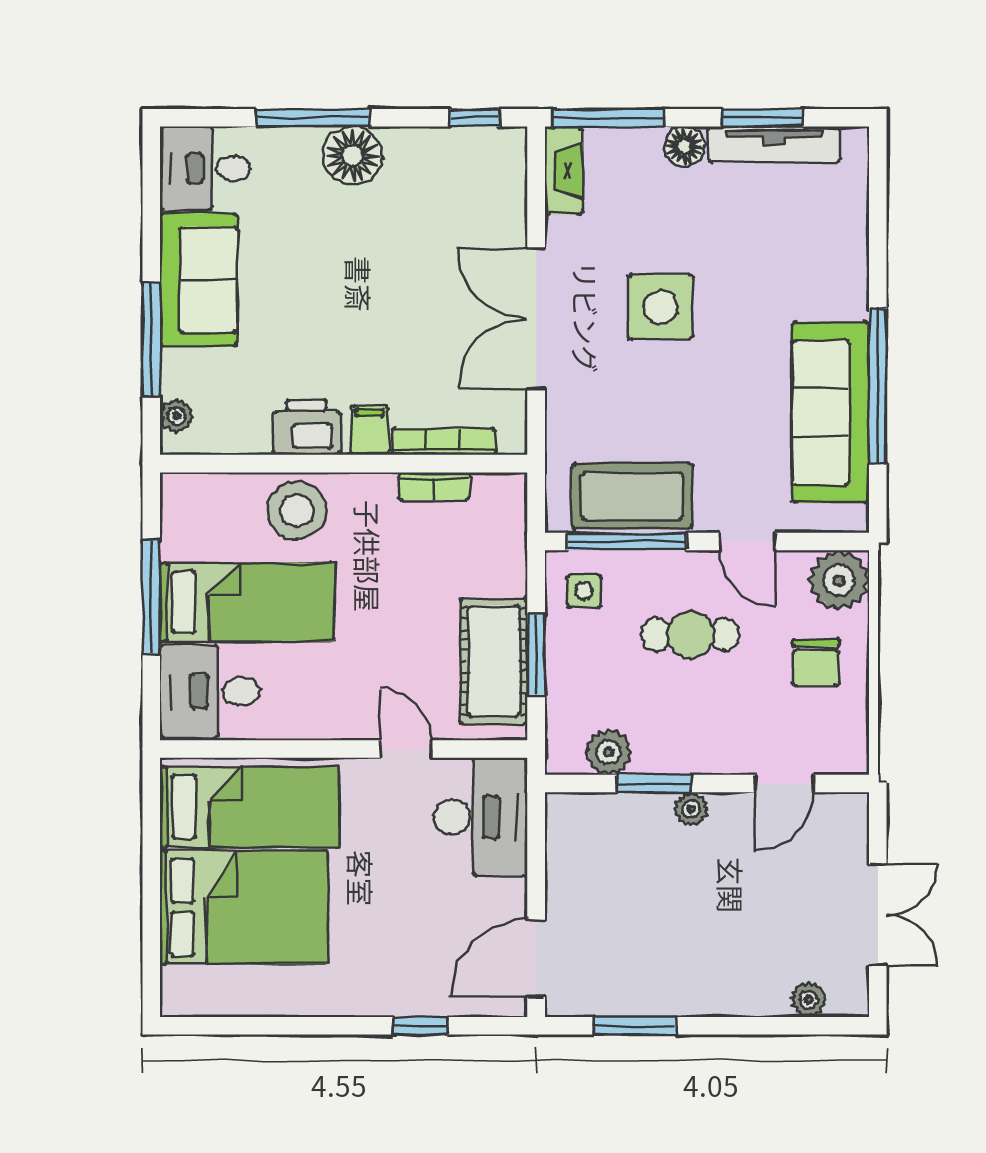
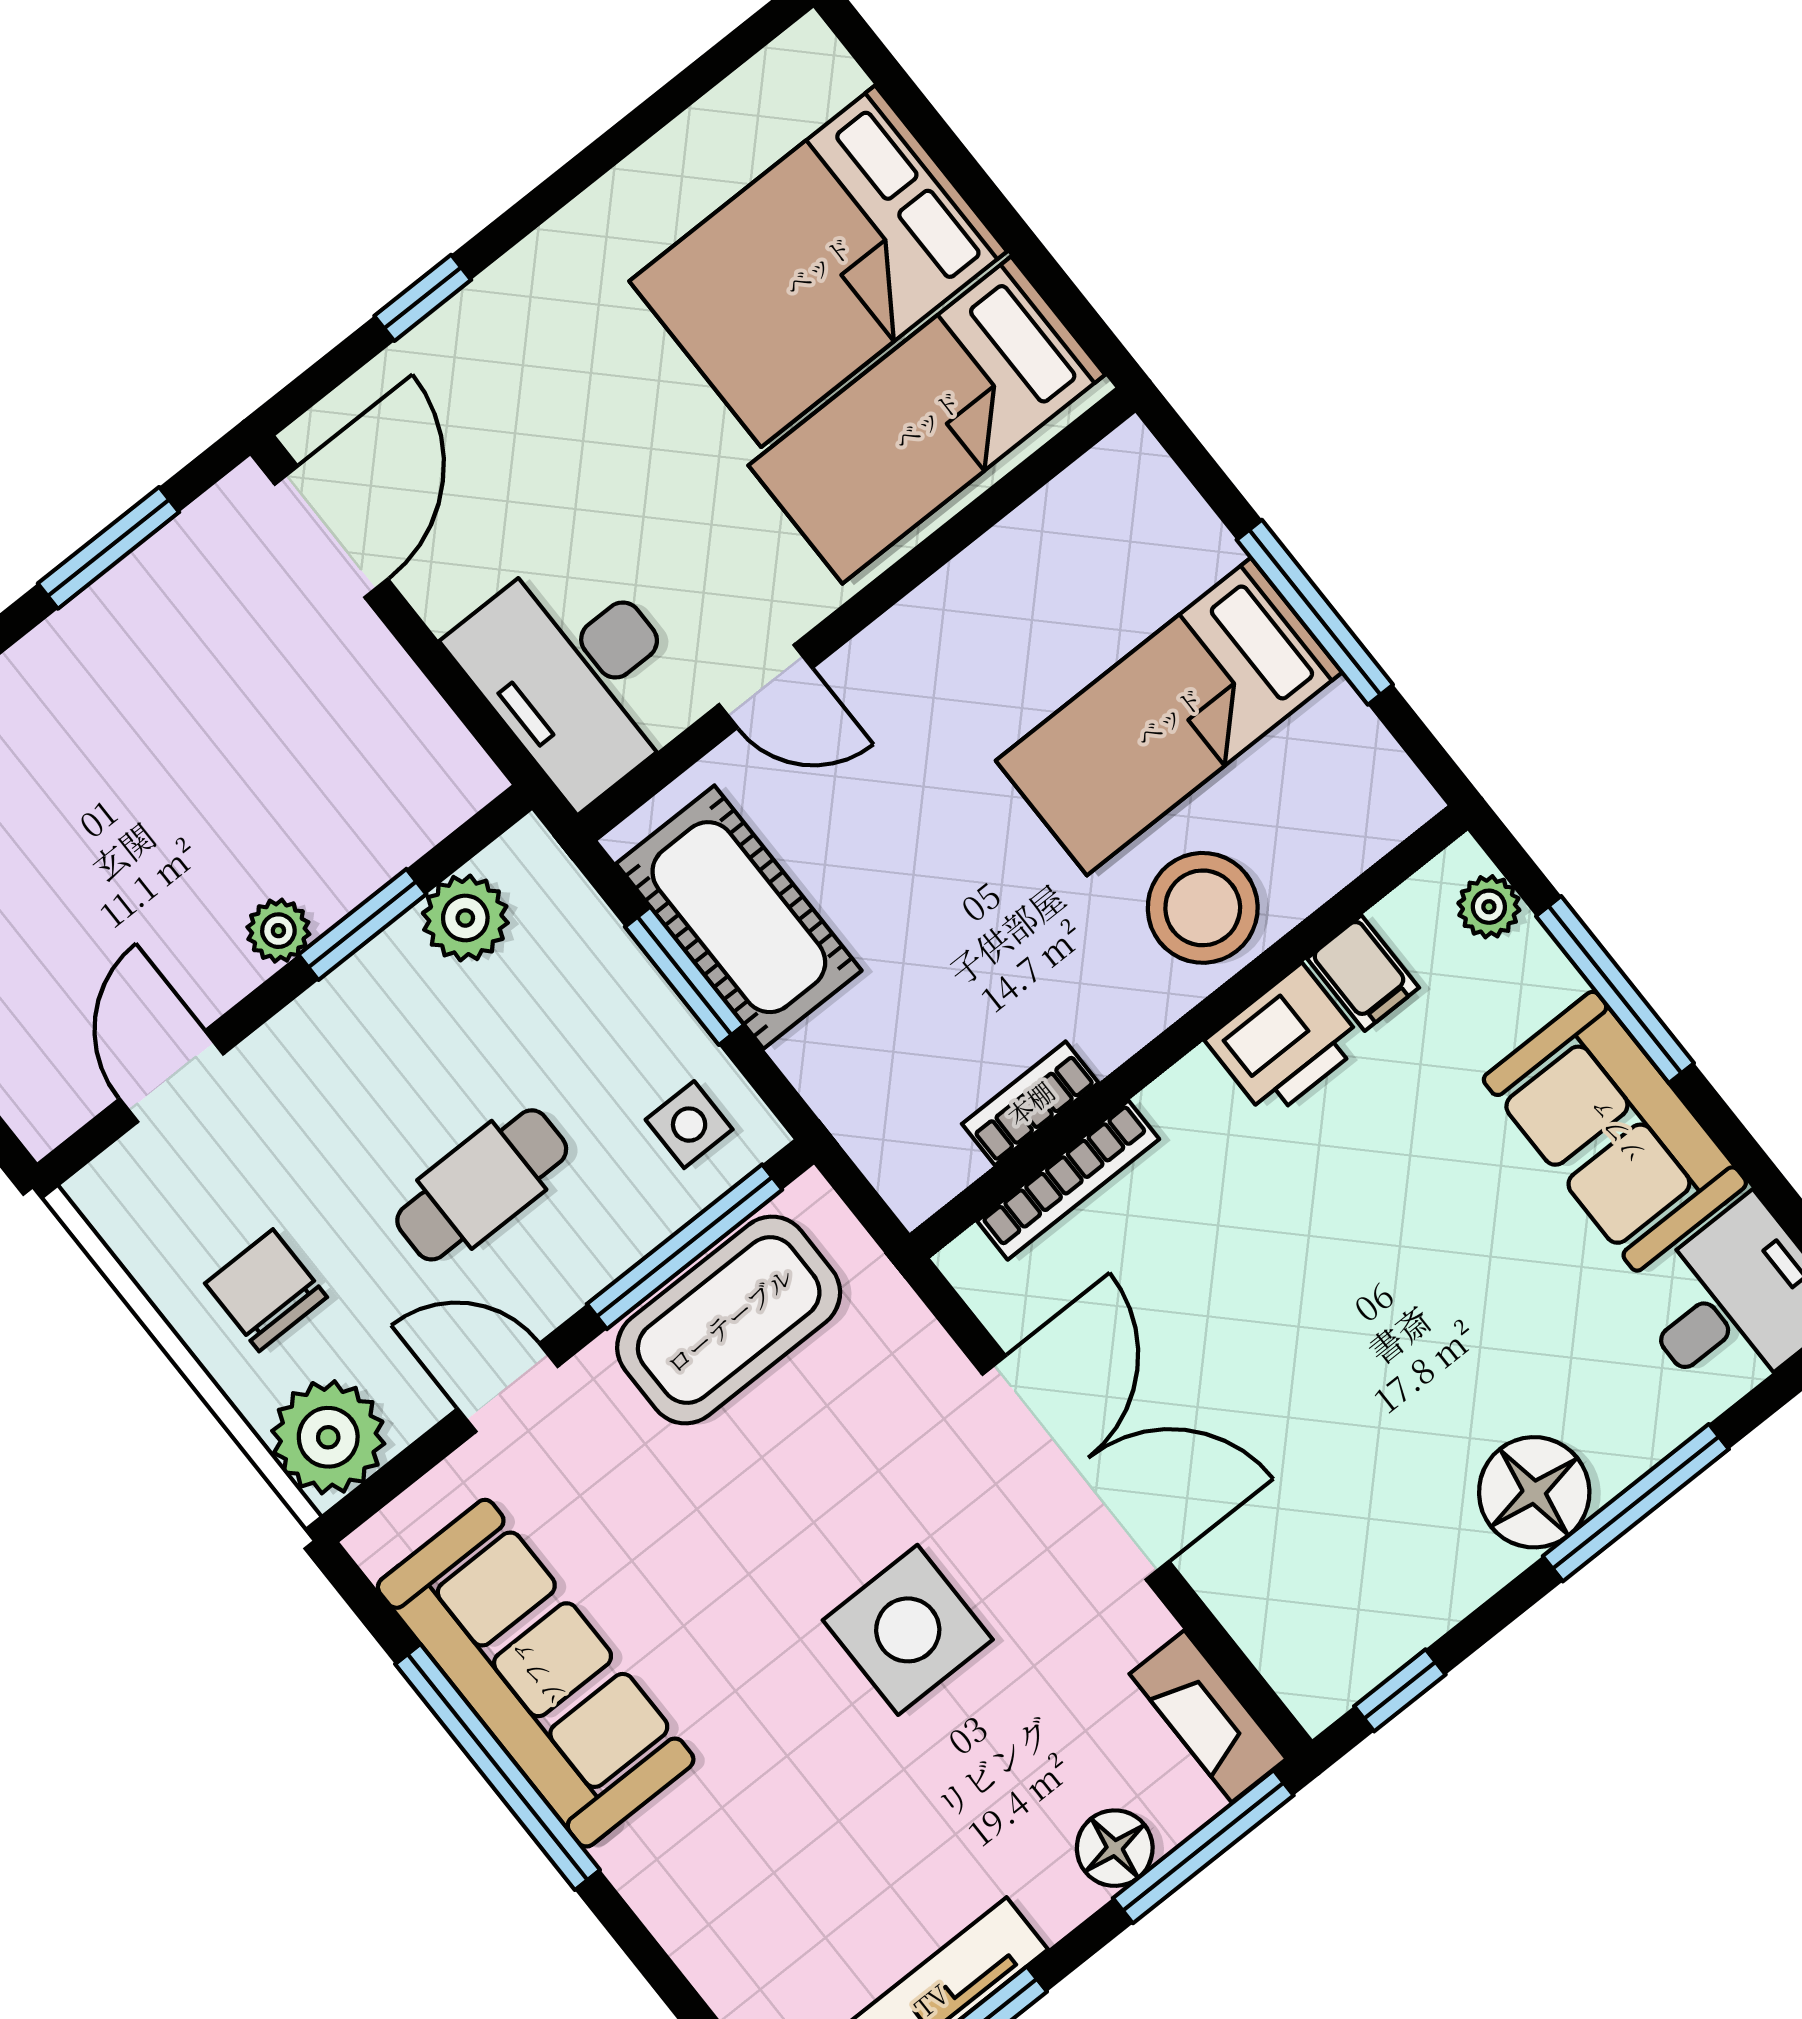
floor lamp: (684, 147) -> (1115, 1848), moved
filing cabinet: (370, 430) -> (1363, 973), moved
desk: (210, 691) -> (1119, 543), removed

